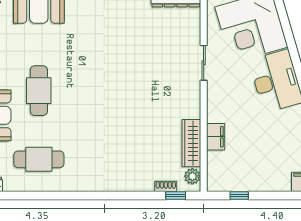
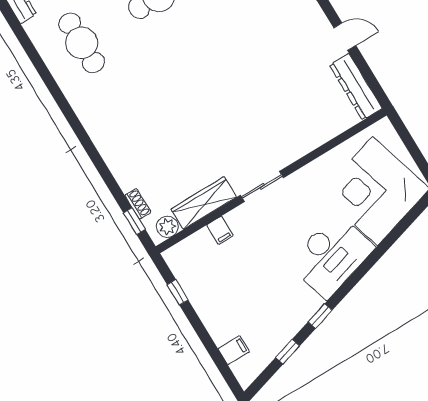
sliding door: (204, 63) -> (262, 186), moved
filing cabinet: (216, 137) -> (220, 230), width x0.50

